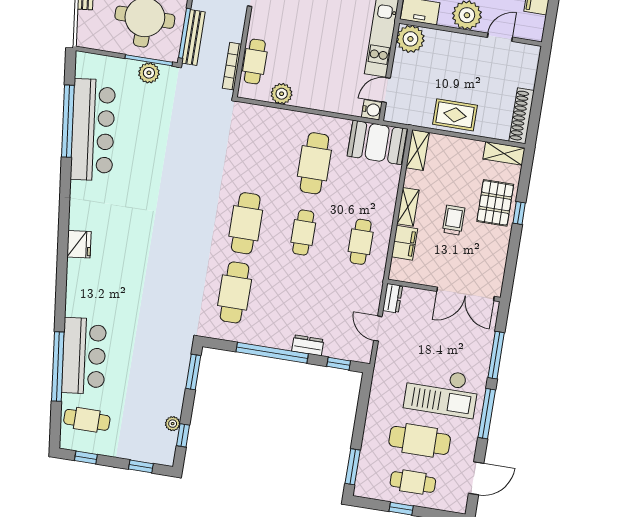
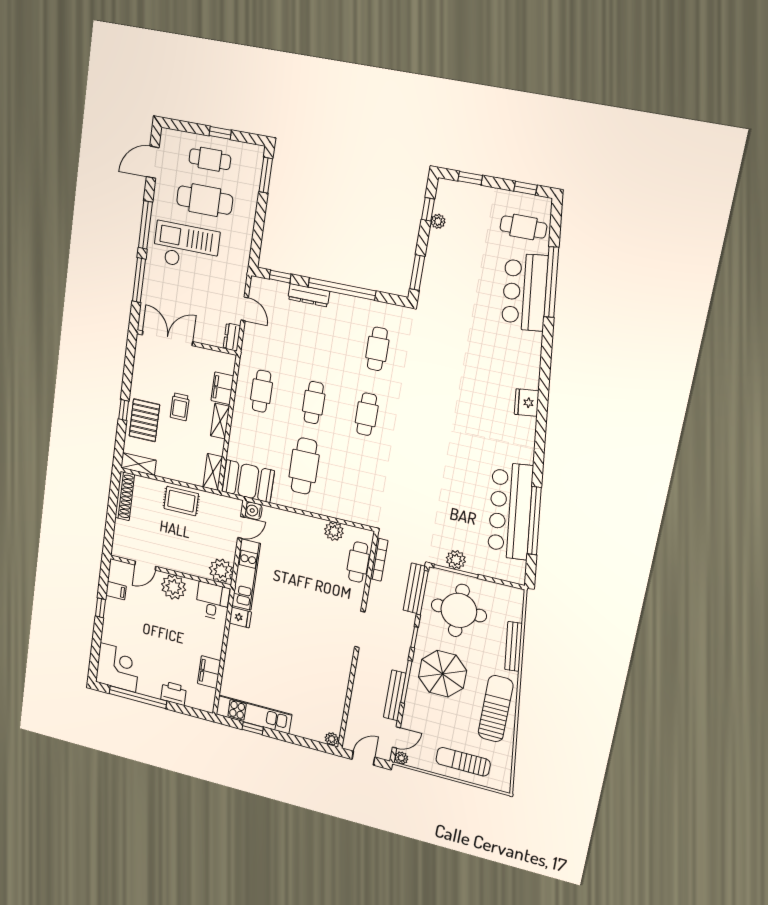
cafe table: (246, 223) -> (367, 414), width x0.73, depth x0.74
cafe table: (235, 292) -> (377, 349), width x0.73, depth x0.74
dresser: (308, 345) -> (309, 295), width x1.44

